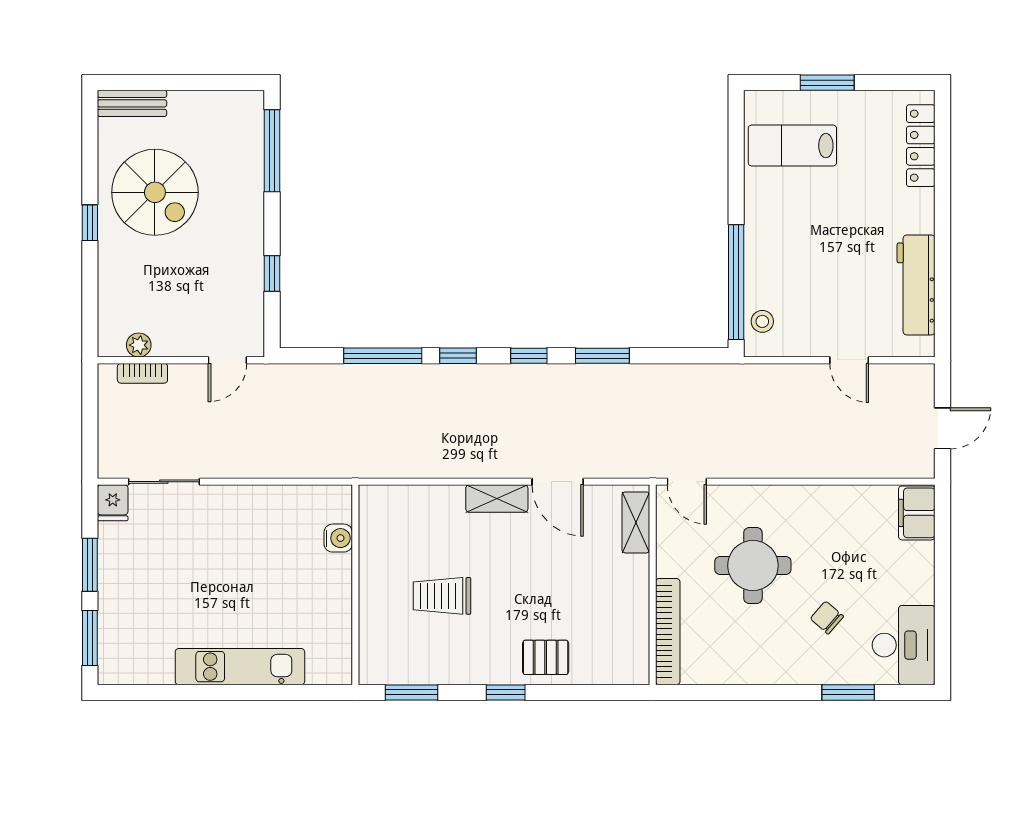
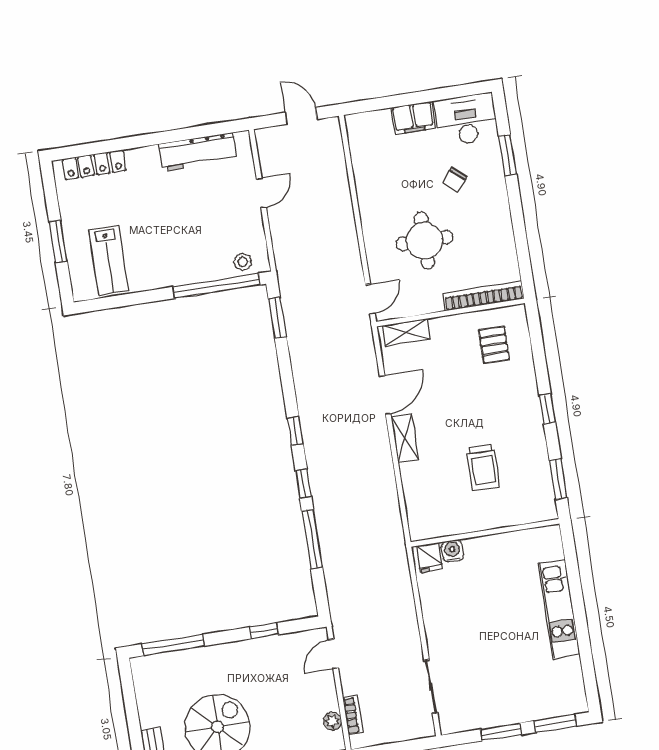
window: (602, 356) -> (277, 318), moved
door: (227, 360) -> (333, 654), swing flipped
fridge: (113, 503) -> (429, 558), moved, turned 90
filing cabinet: (917, 513) -> (413, 118), moved
pallet: (546, 657) -> (494, 345), moved

